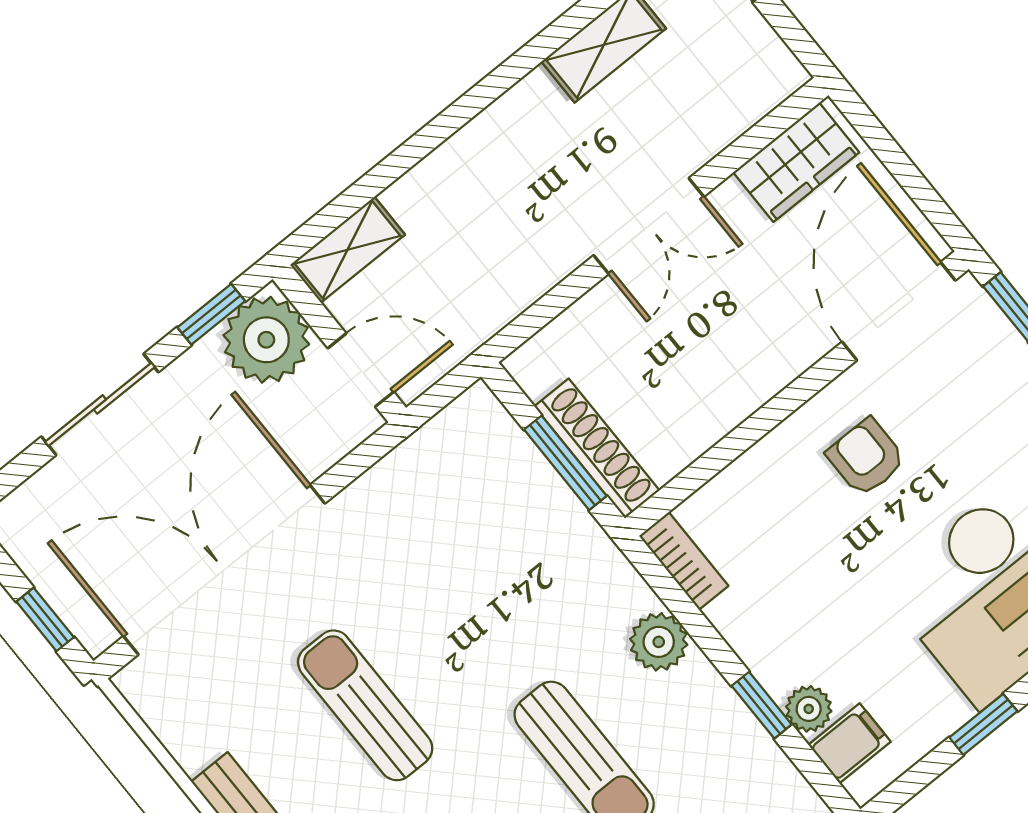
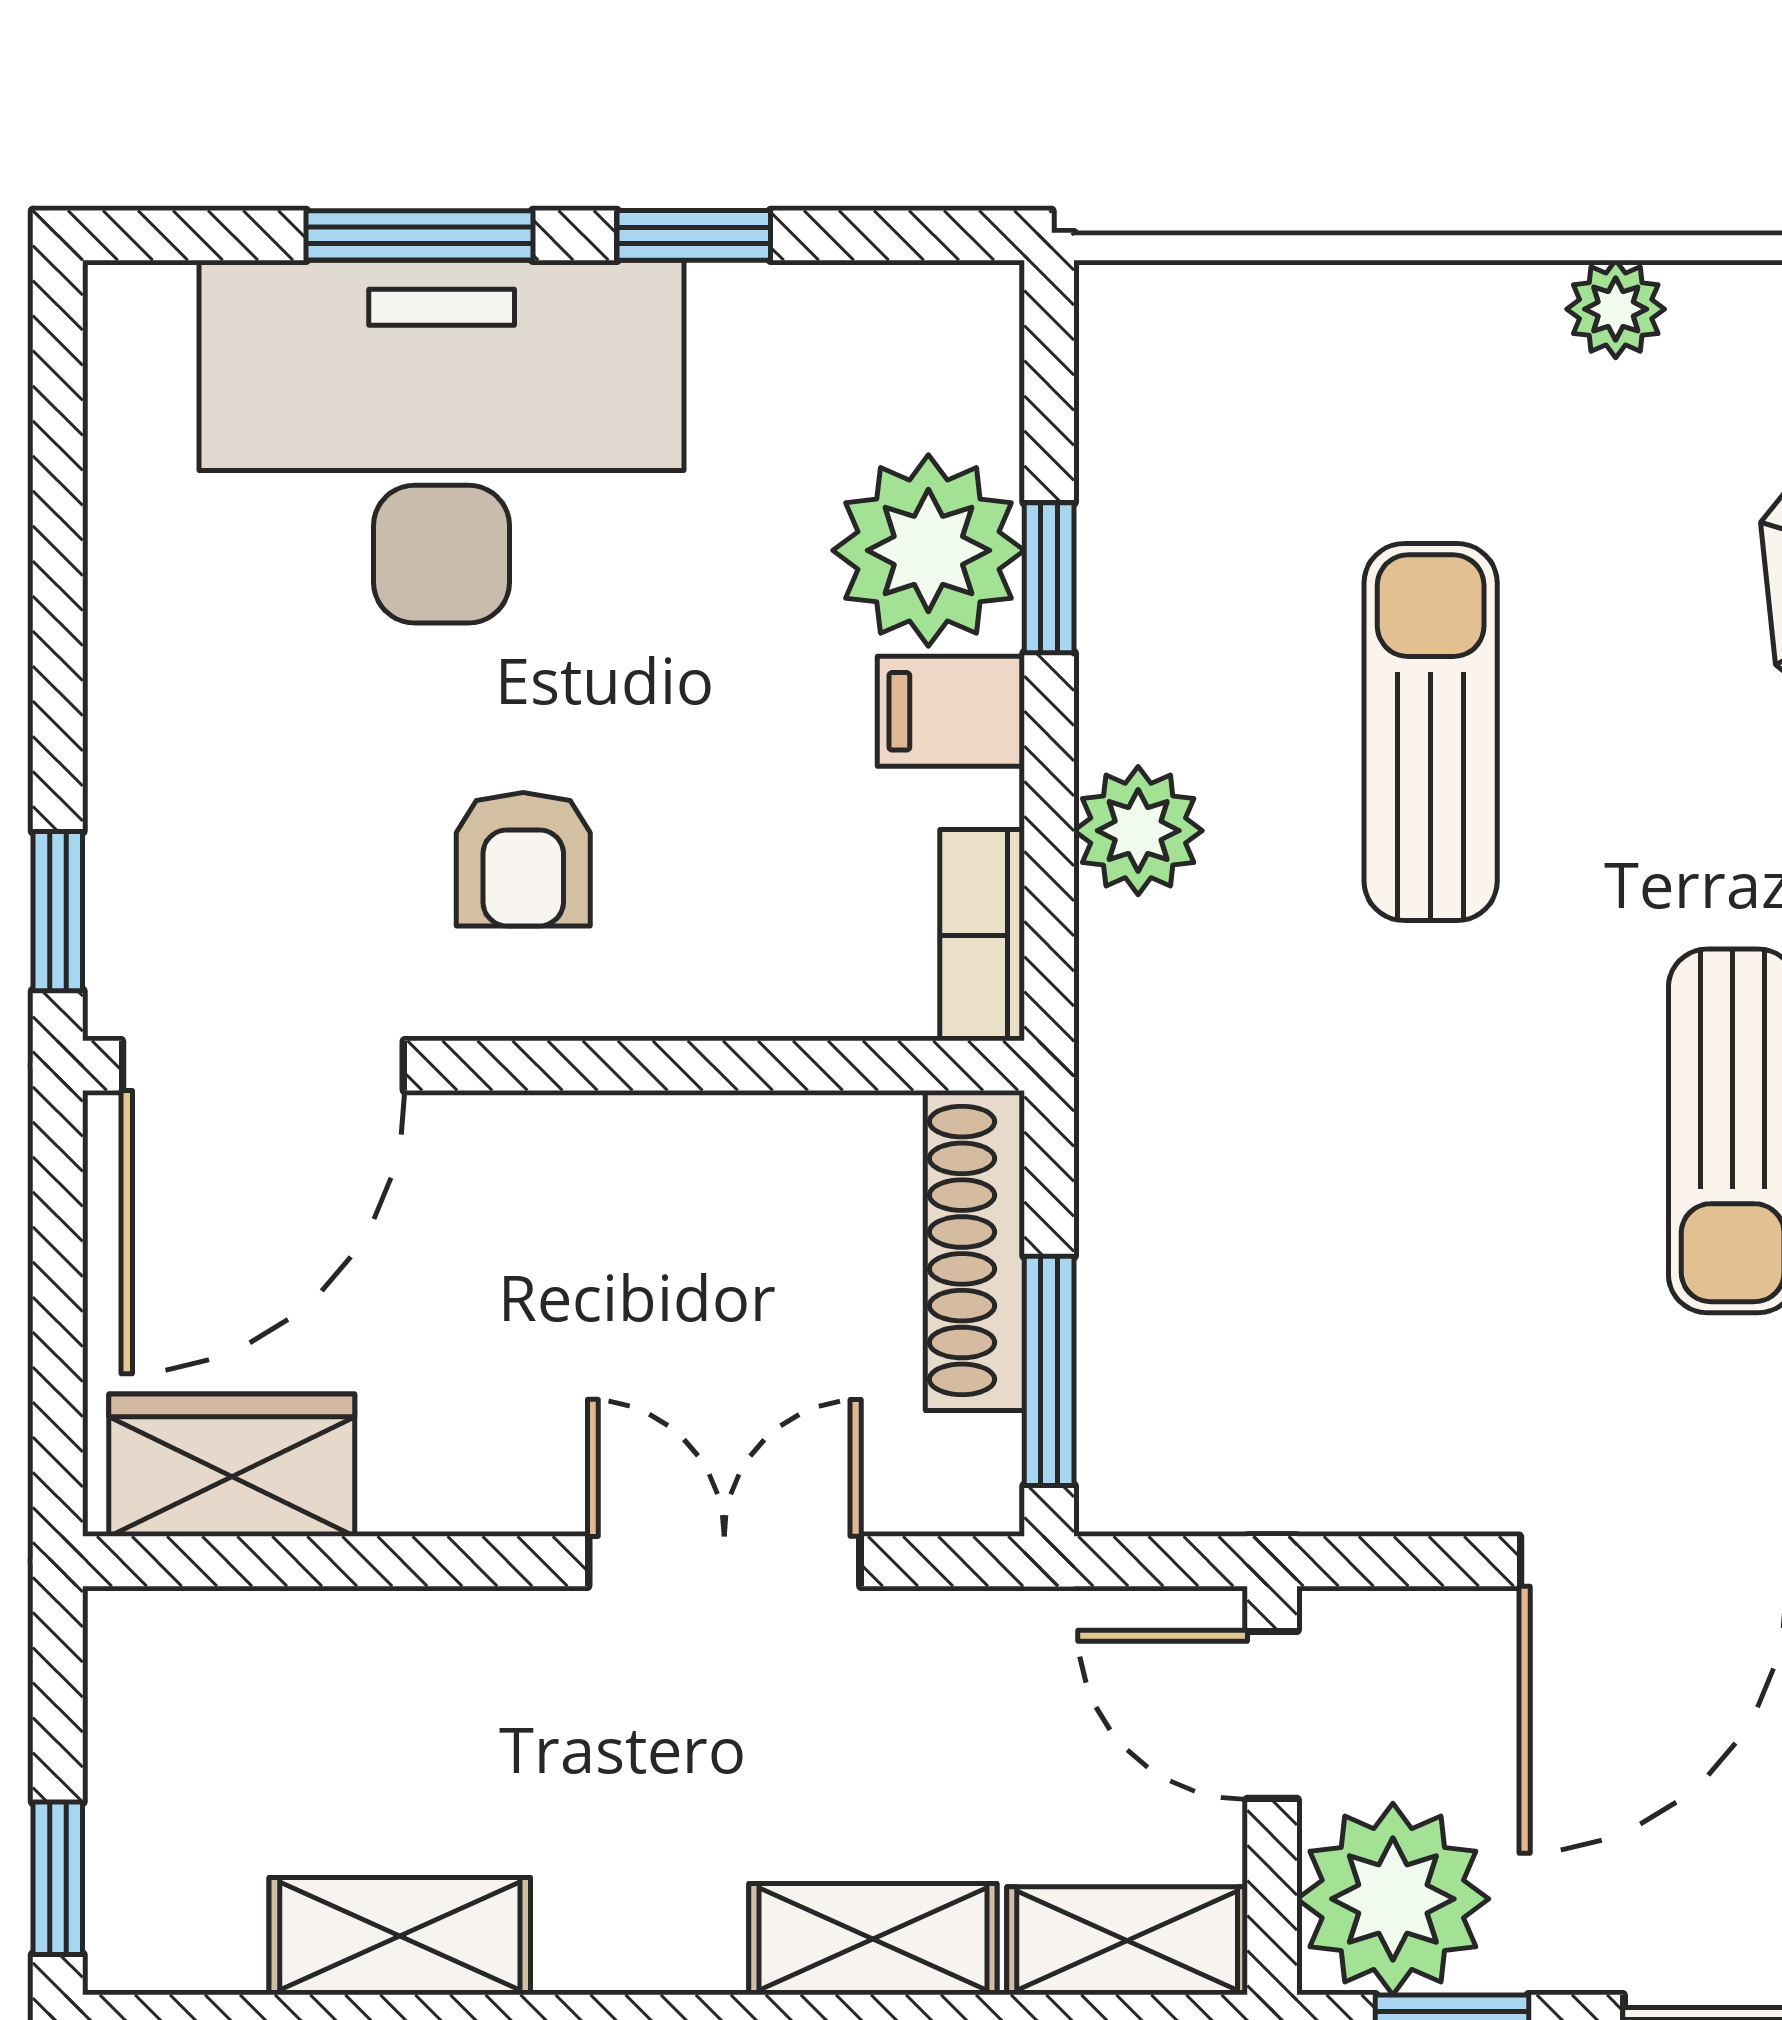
shelving: (437, 178) -> (873, 1939), added
double door: (649, 226) -> (724, 1561), moved
window: (565, 463) -> (1049, 1371), moved
plant: (809, 709) -> (928, 550), width x1.88, depth x1.88
filing cabinet: (849, 743) -> (951, 711), moved

